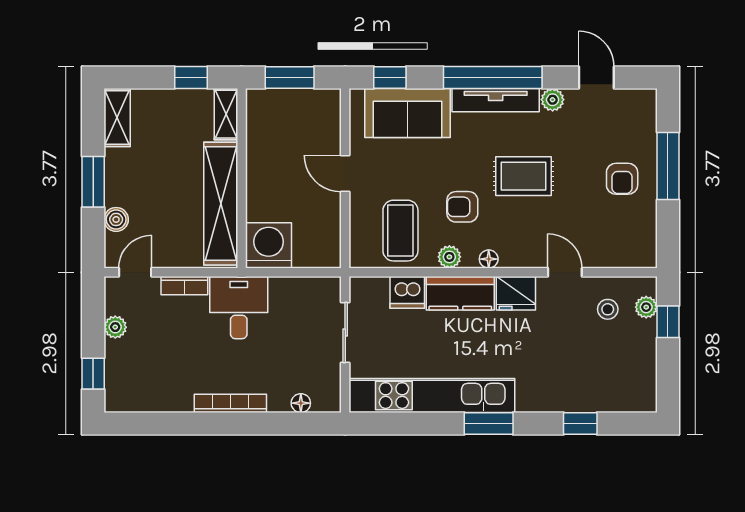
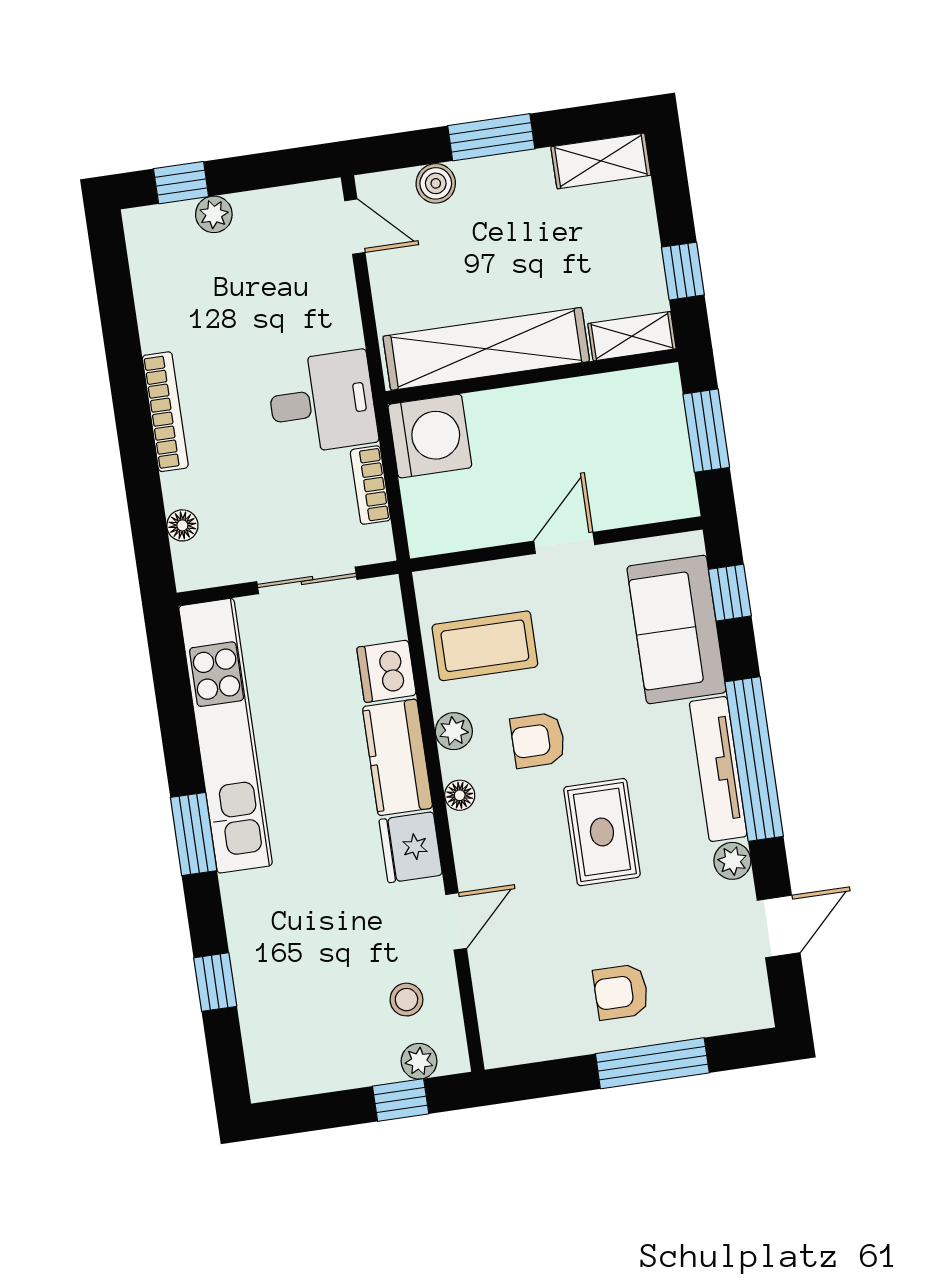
armchair: (462, 207) -> (538, 740), turned -90
bookcase: (184, 286) -> (370, 485), moved
plant: (115, 327) -> (214, 214), moved

